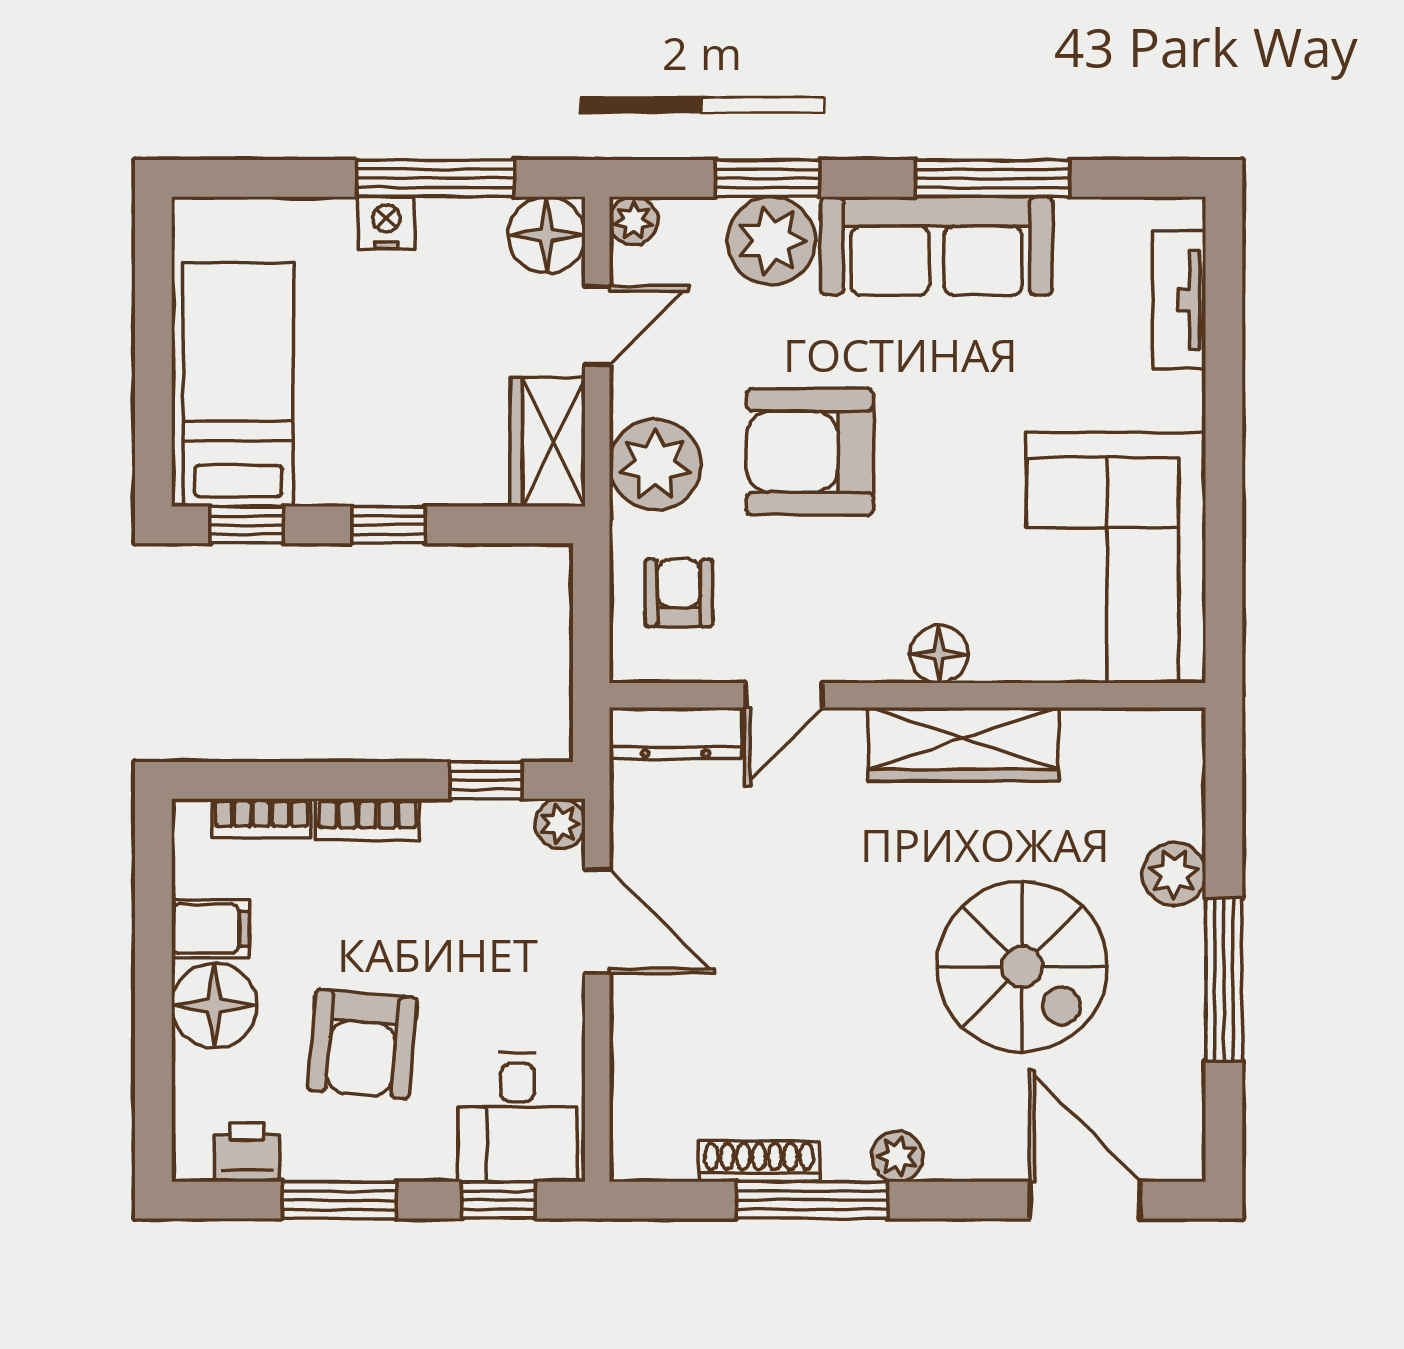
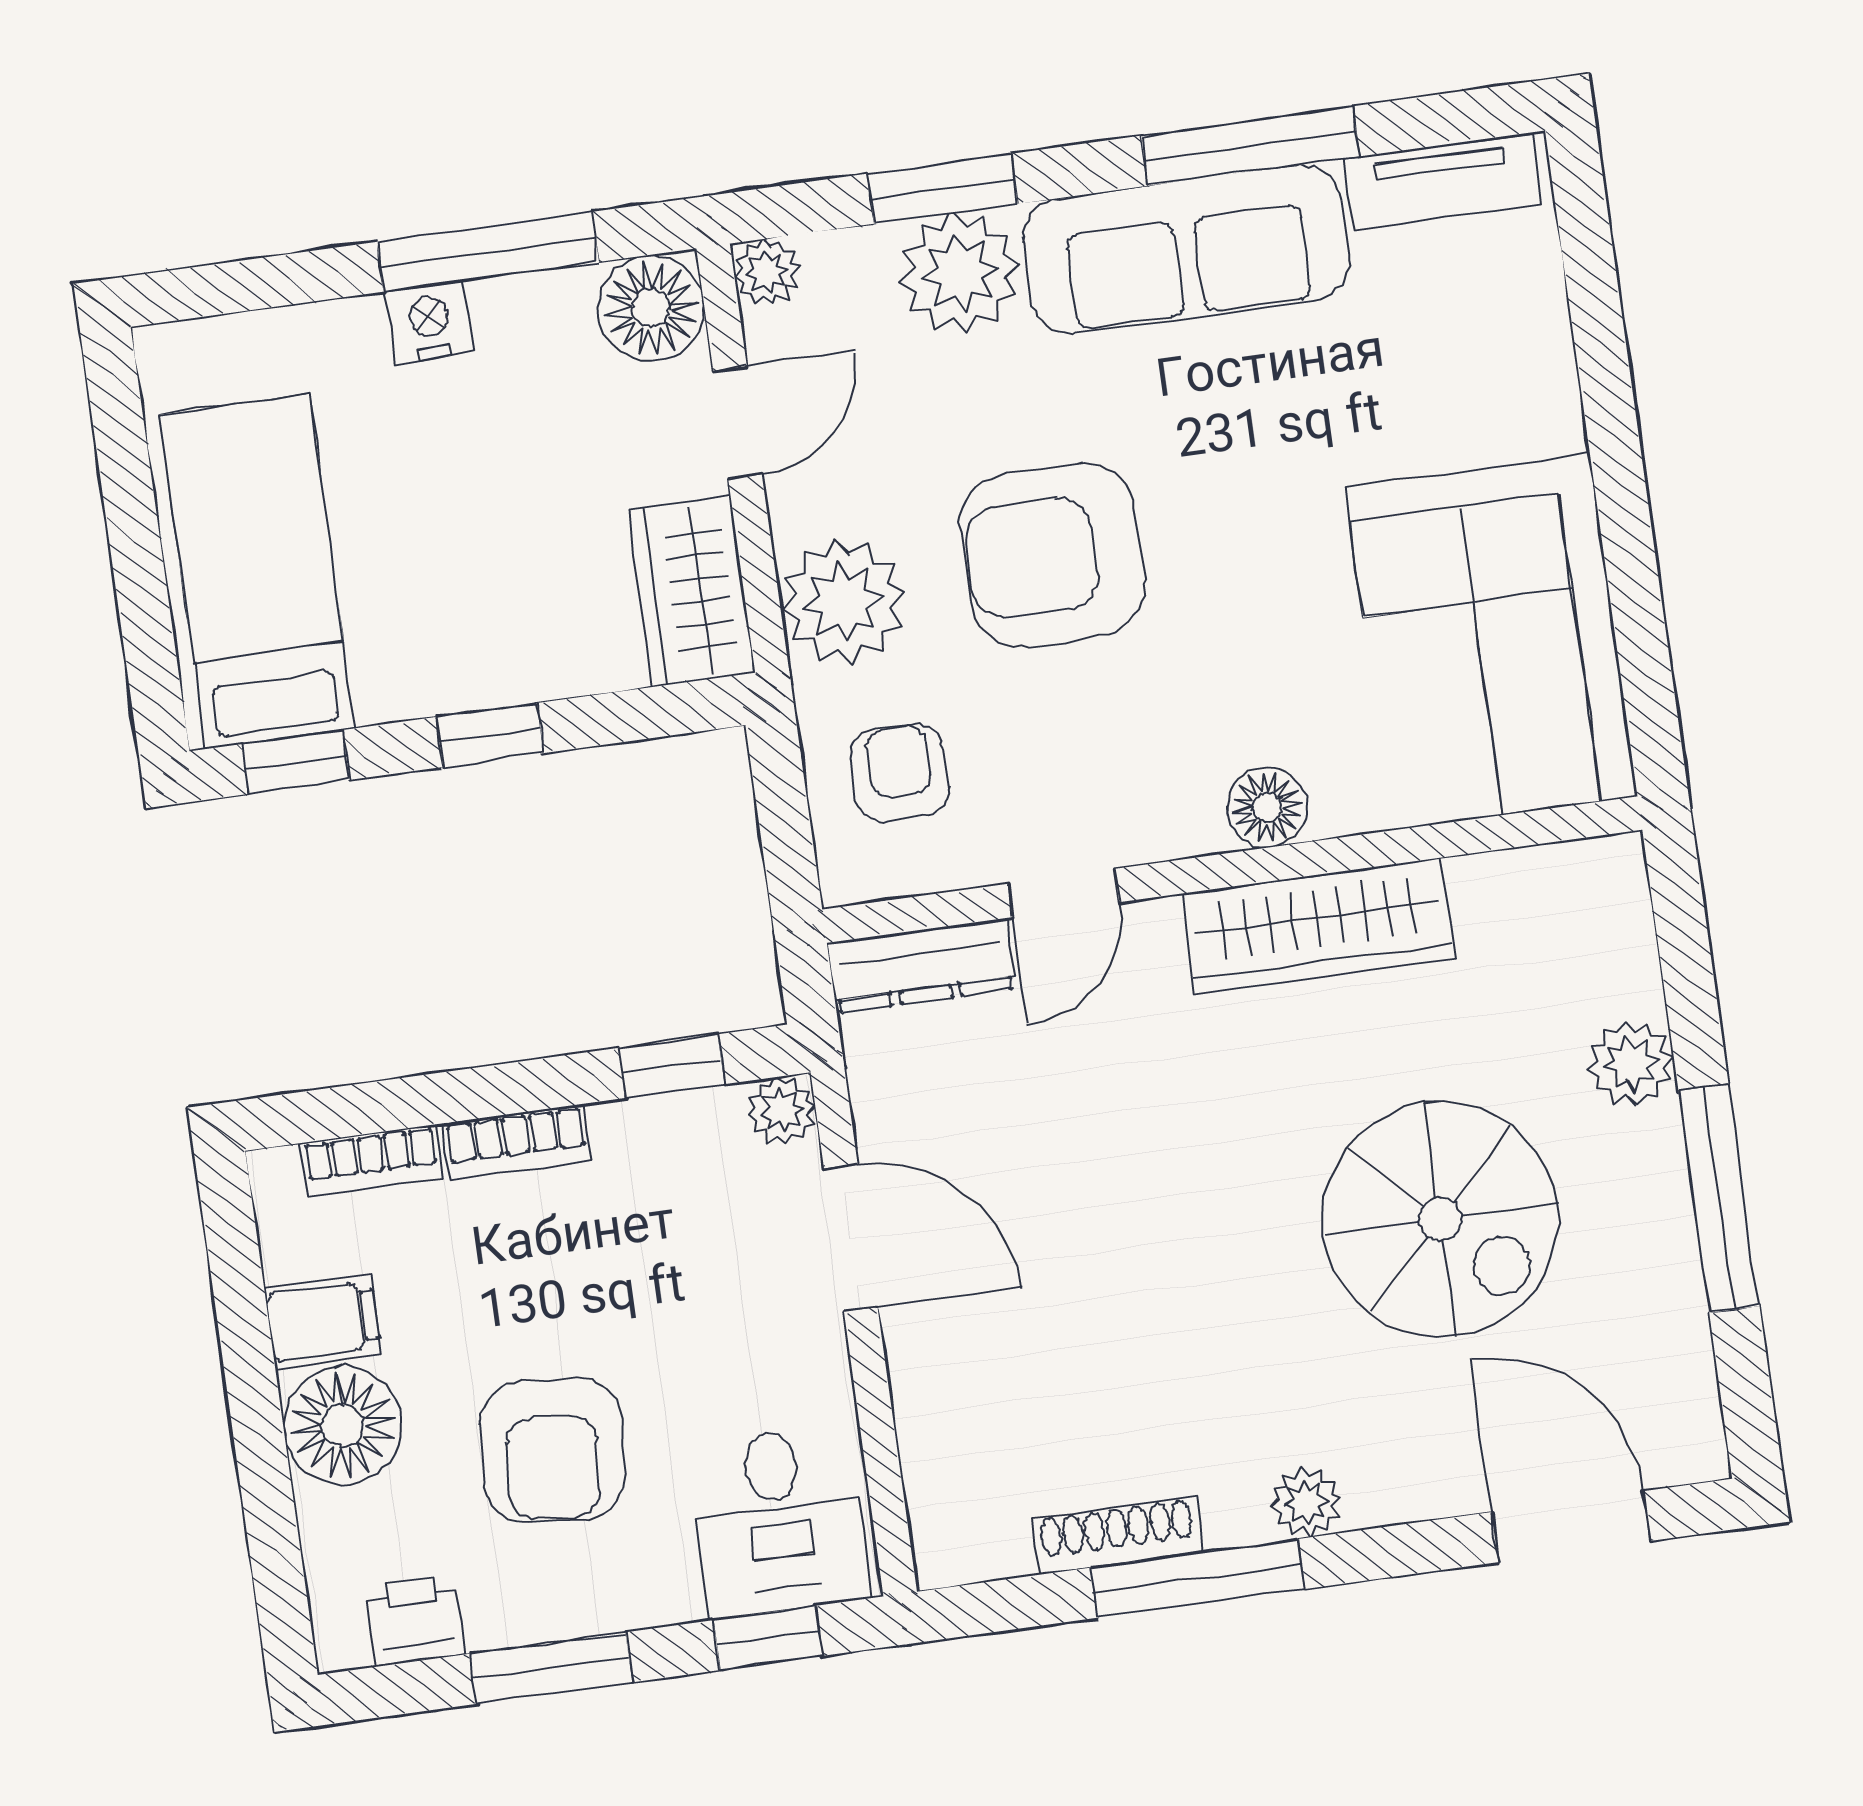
tv unit: (1179, 300) -> (1442, 182), moved, turned -90

